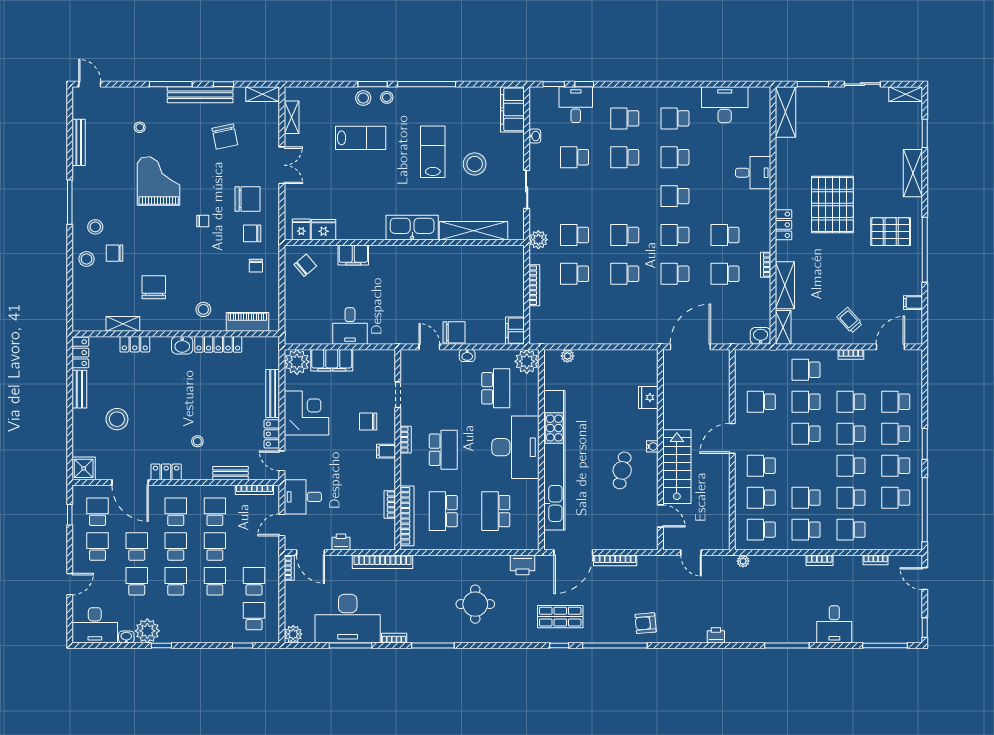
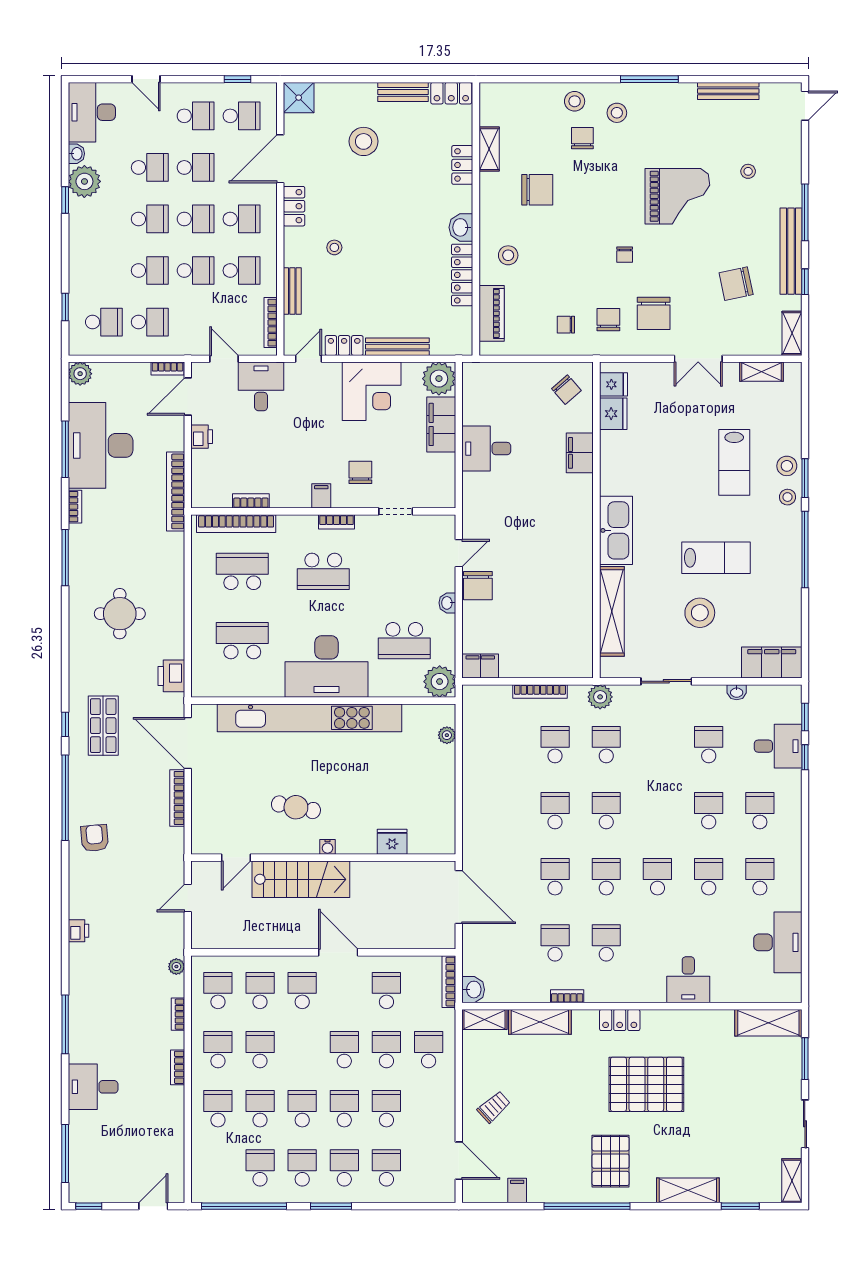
bookcase: (851, 354) -> (449, 982), moved, width x1.56
bookcase: (876, 560) -> (178, 1014), moved

